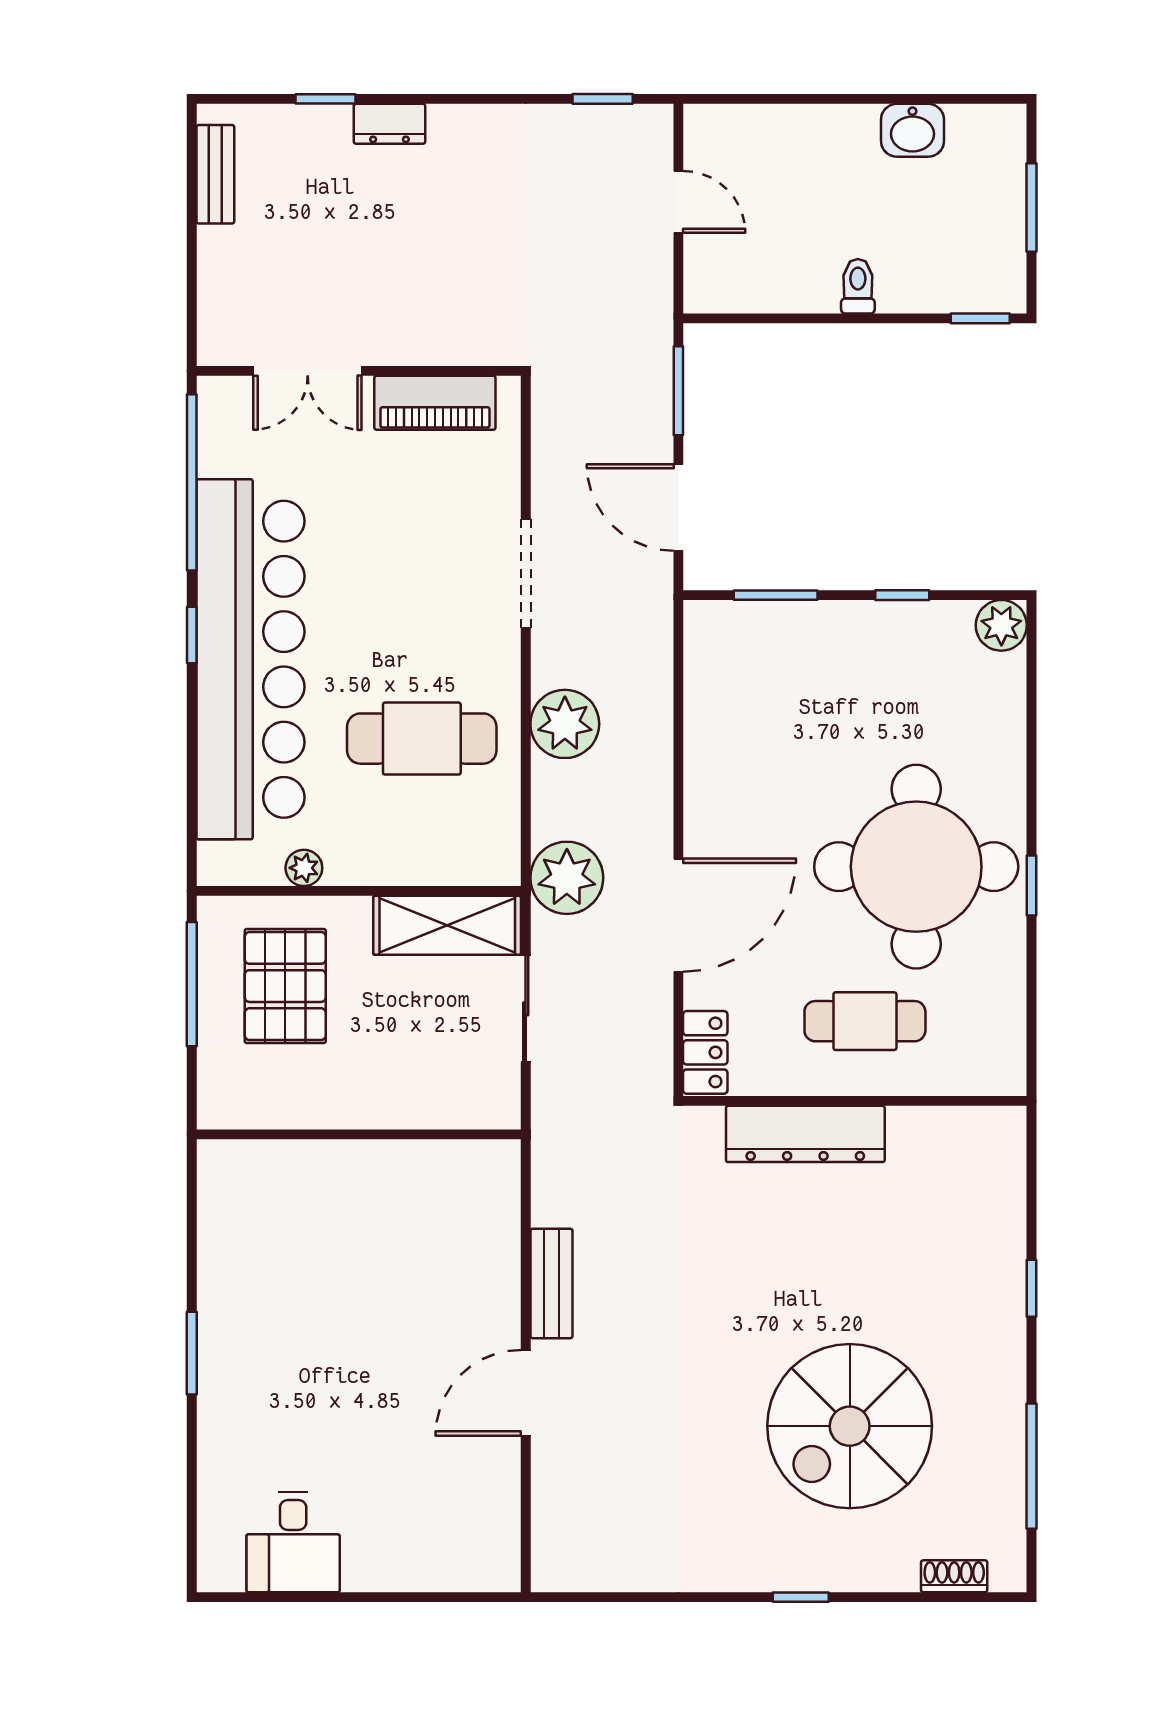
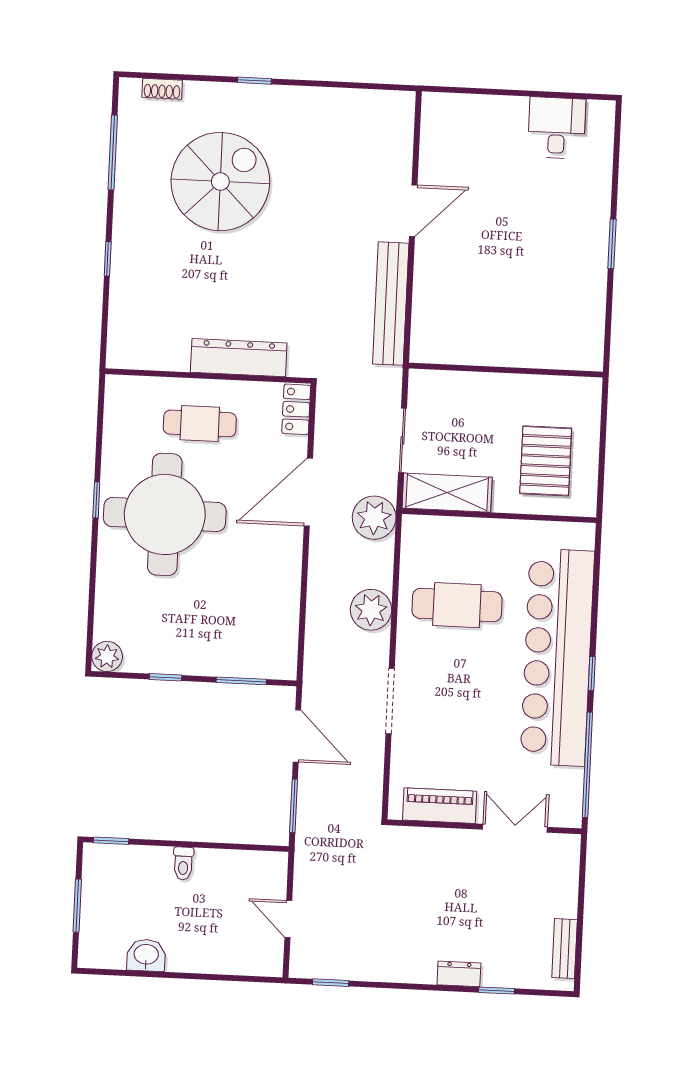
plant: (304, 868) -> (531, 531), removed
window: (192, 984) -> (602, 465), removed
bench: (551, 1283) -> (391, 304), width x1.86, depth x1.21

